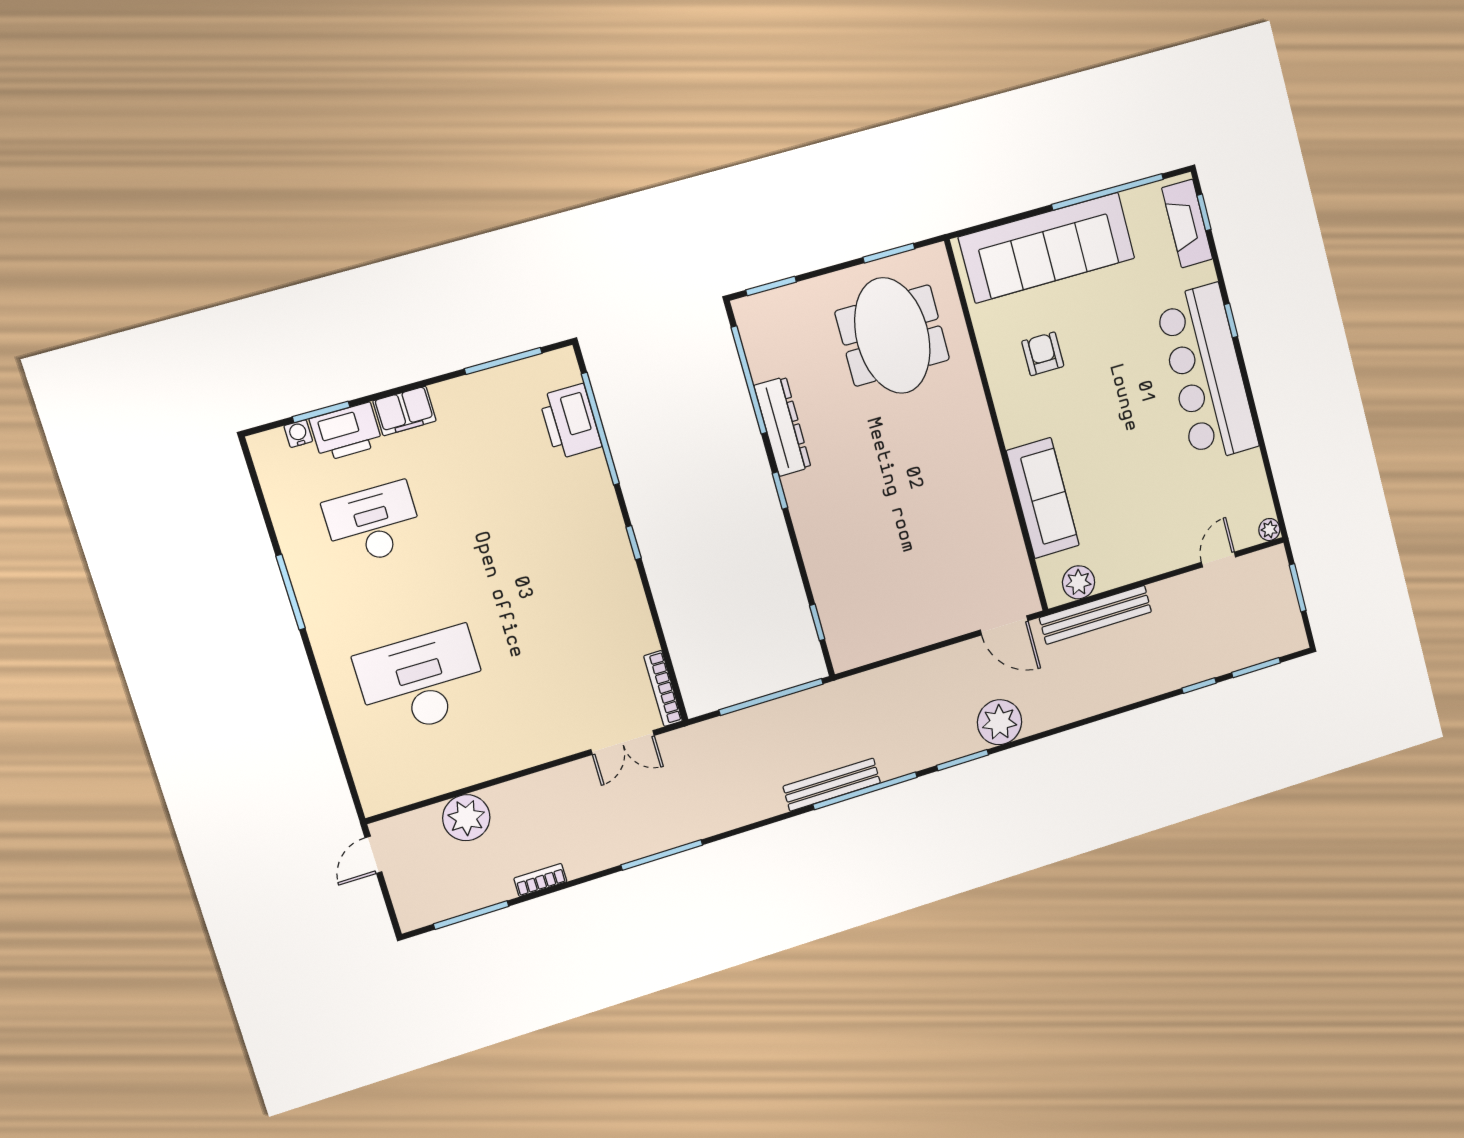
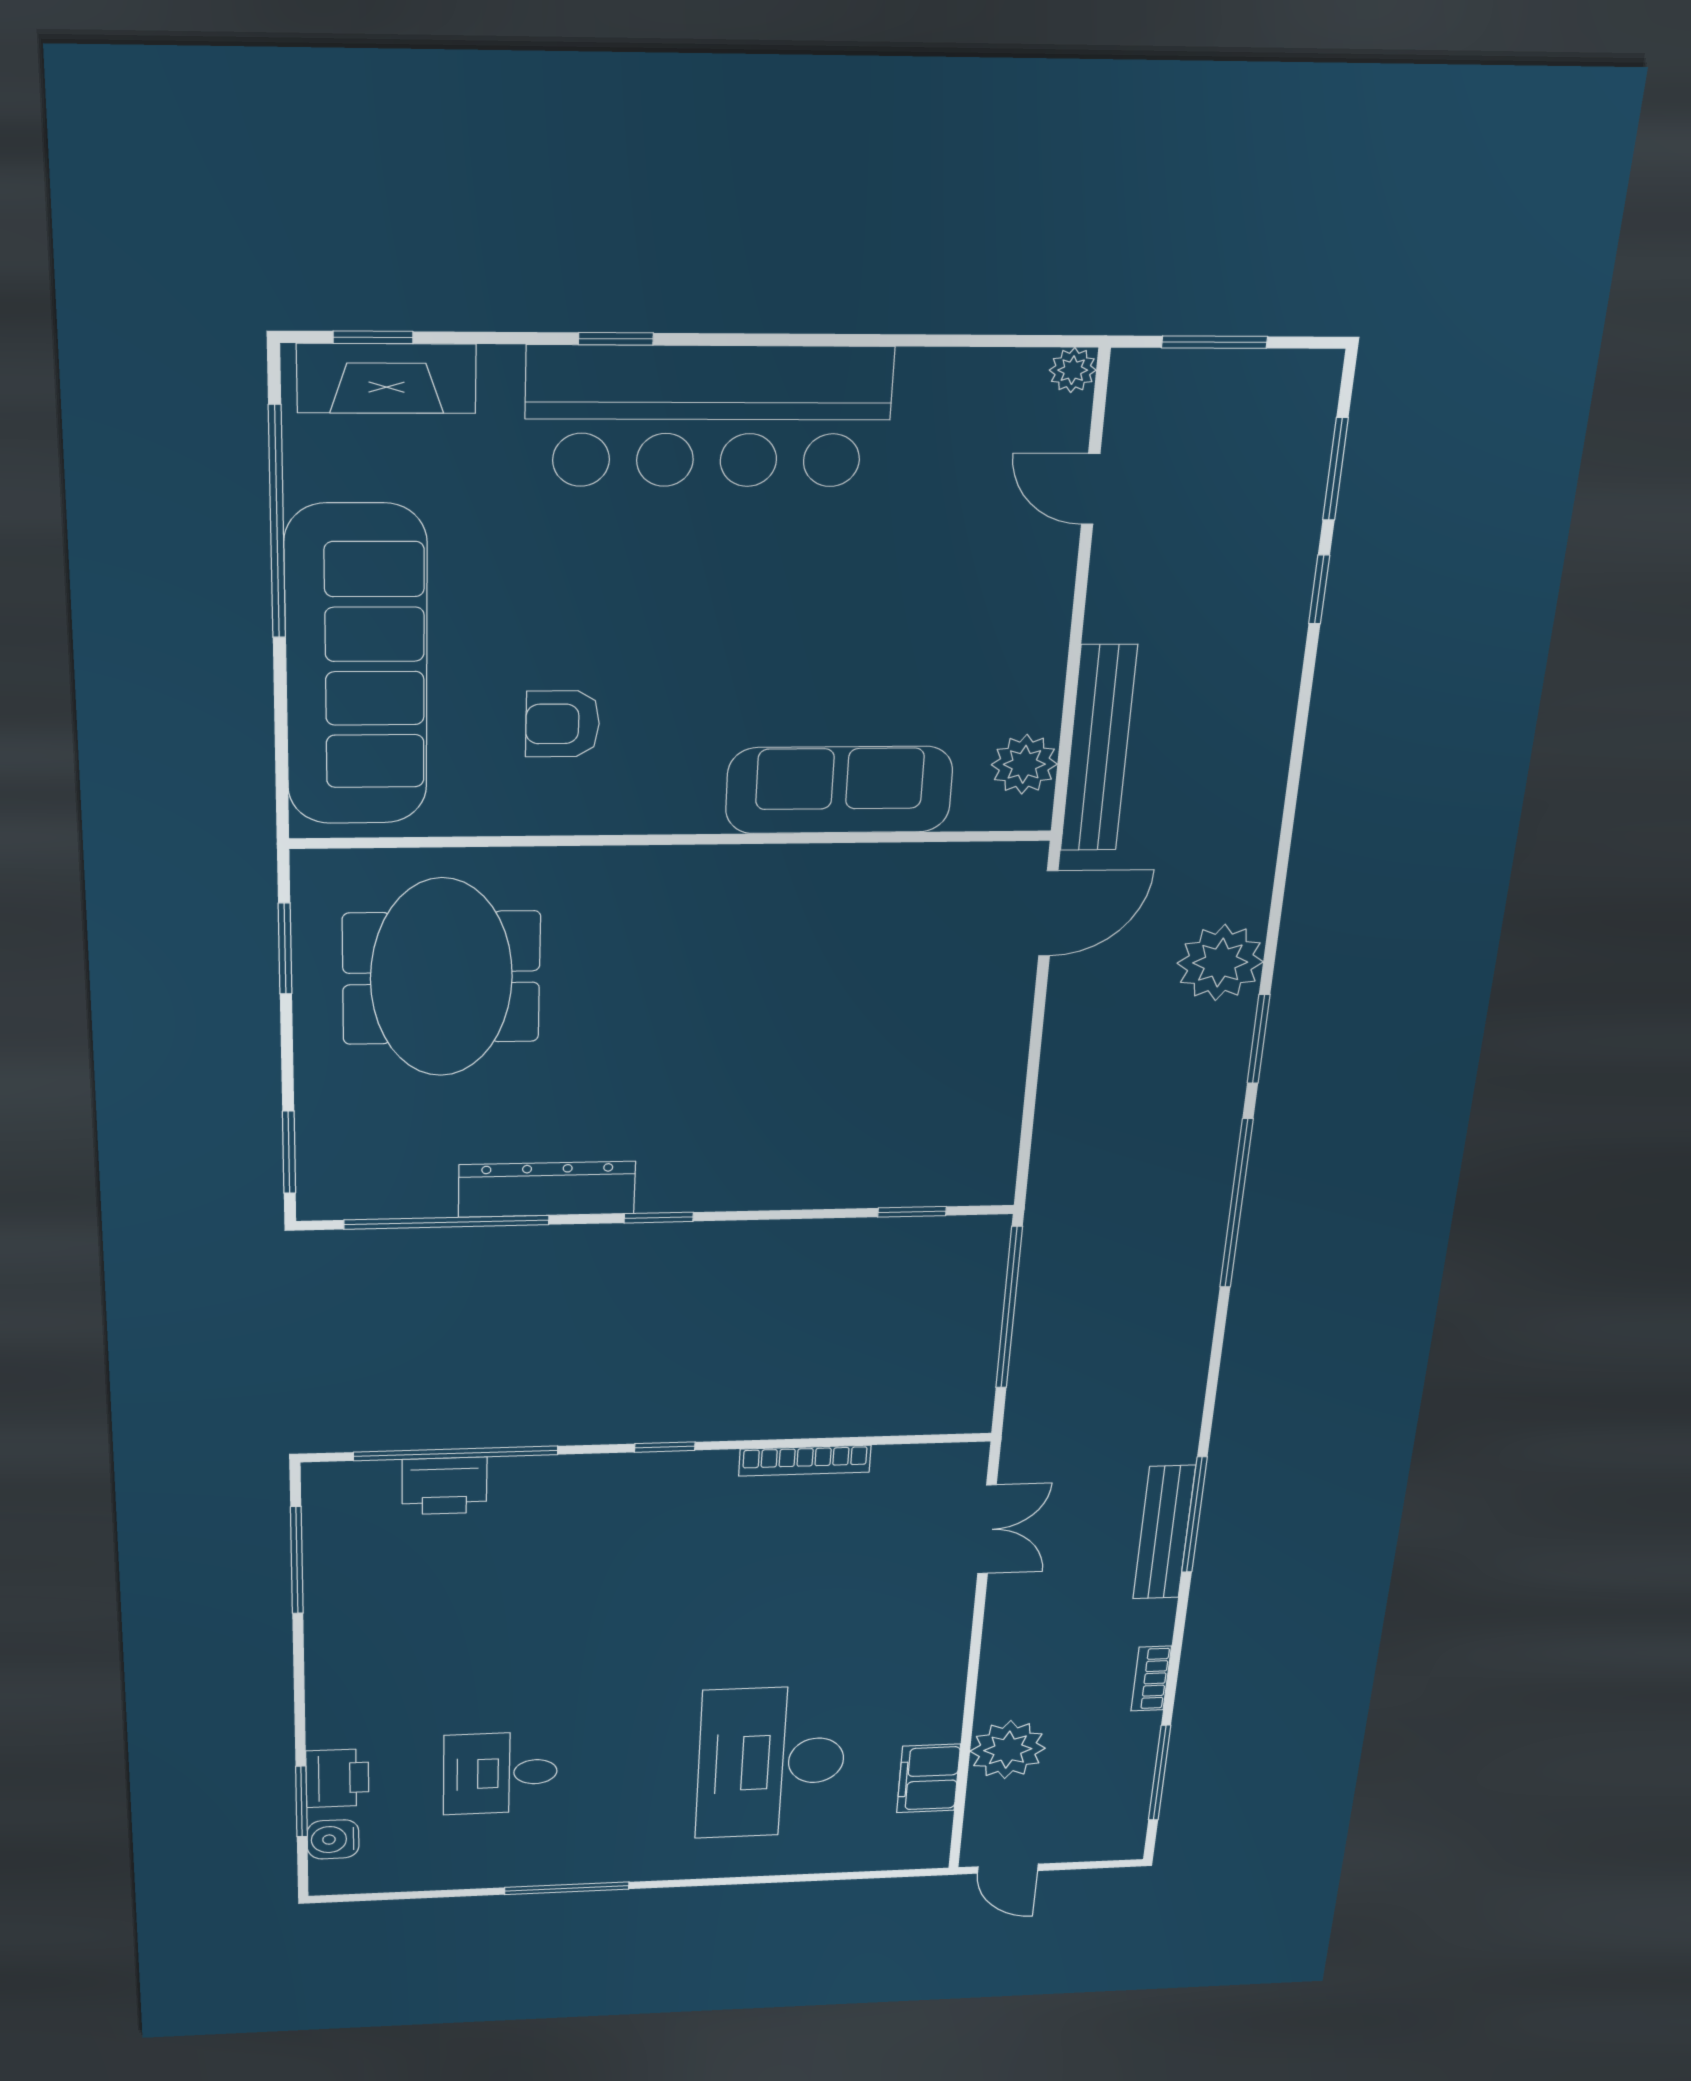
meeting table: (892, 336) -> (441, 978), turned 90
filing cabinet: (405, 411) -> (929, 1778), moved, turned 180
printer: (570, 421) -> (444, 1486), width x0.73, depth x0.84
printer: (346, 432) -> (337, 1778), width x0.73, depth x0.84
water cooler: (298, 434) -> (333, 1839), width x1.38, depth x1.38
desk: (373, 524) -> (500, 1773), width x0.73
bookcase: (663, 688) -> (805, 1461), moved
bench: (832, 785) -> (1164, 1533), moved

